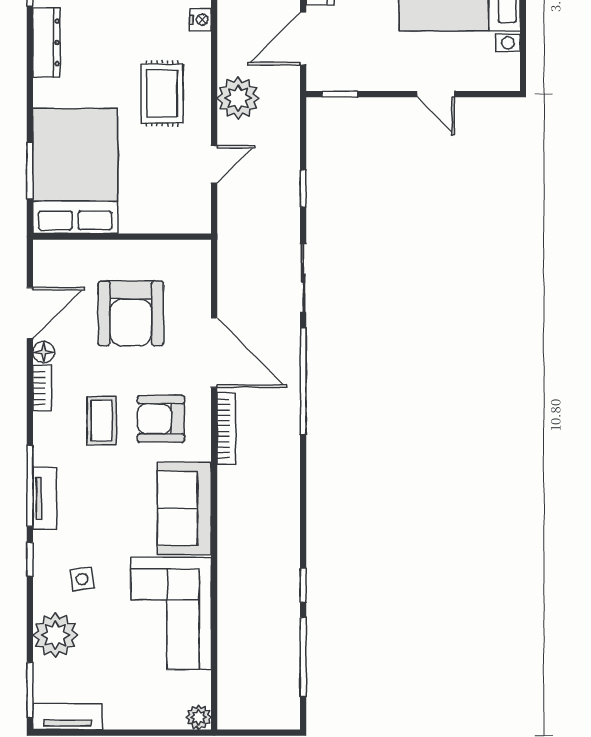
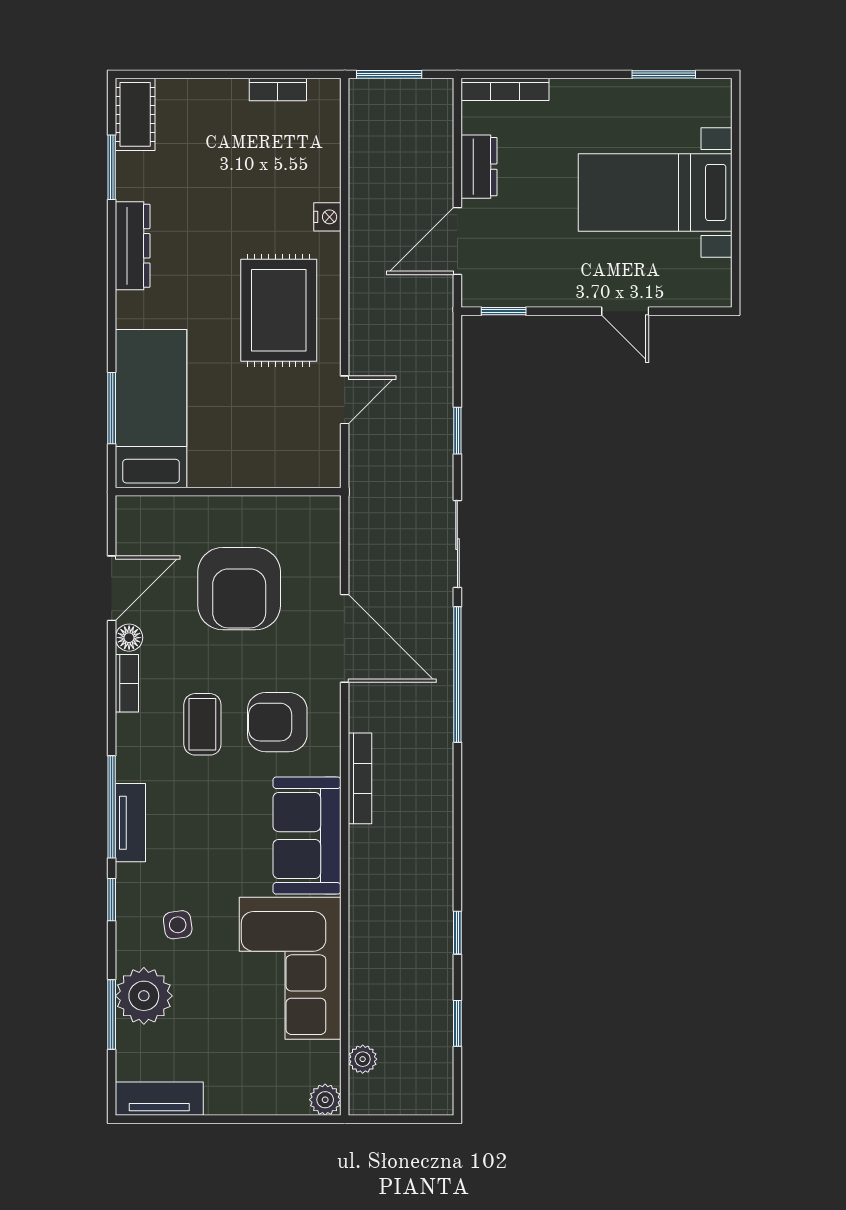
rug: (162, 93) -> (279, 310), width x1.36, depth x1.43
plant: (238, 98) -> (363, 1059), moved, width x0.53, depth x0.53
bed: (75, 171) -> (151, 409), width x0.67
bookcase: (226, 428) -> (360, 778), moved
window: (303, 657) -> (457, 1023), width x0.46
window: (30, 690) -> (112, 1014), moved

